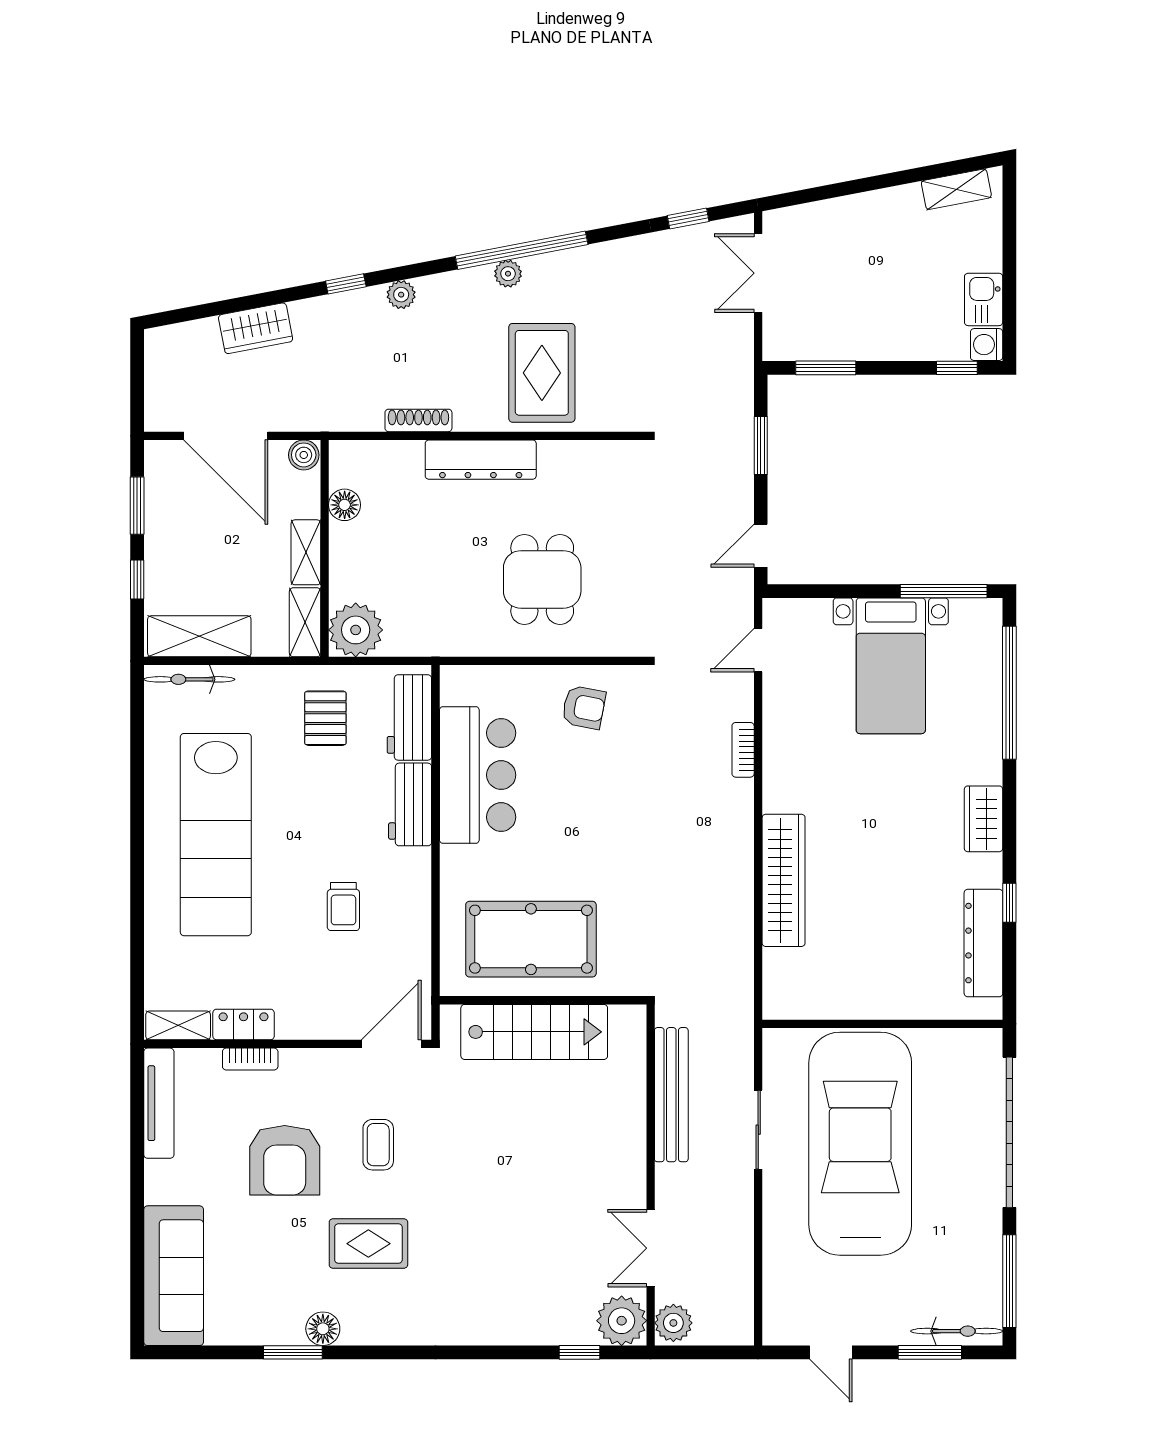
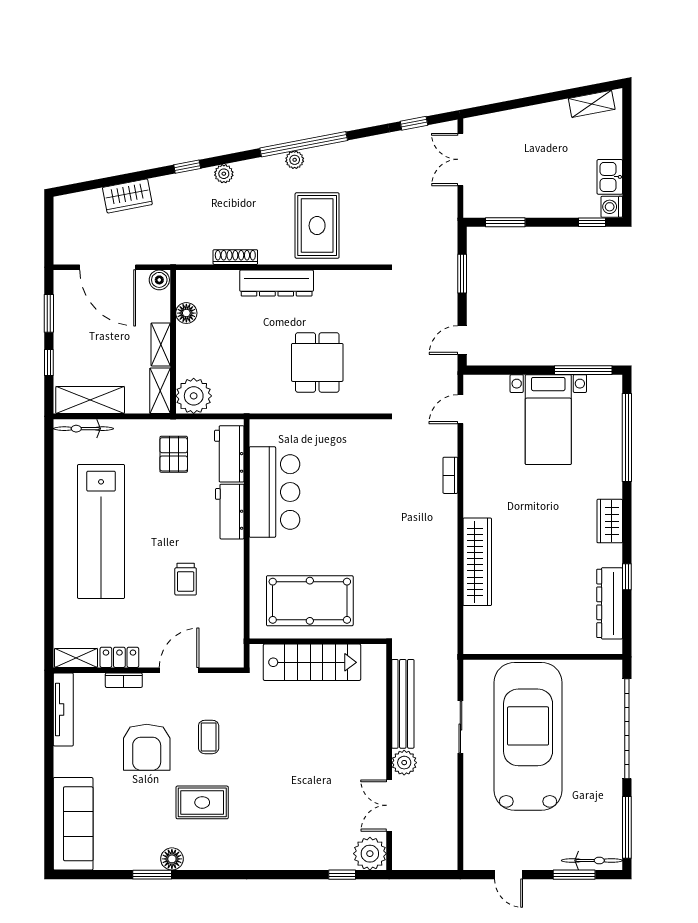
armchair: (584, 707) -> (345, 447), removed
door: (391, 1044) -> (179, 670), moved
plant: (673, 1323) -> (404, 763), moved

